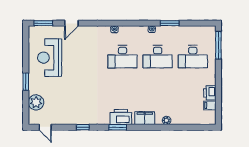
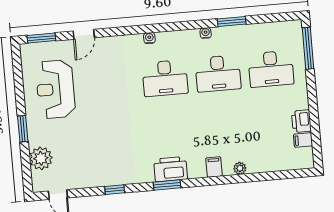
filing cabinet: (145, 118) -> (214, 167), width x0.50

